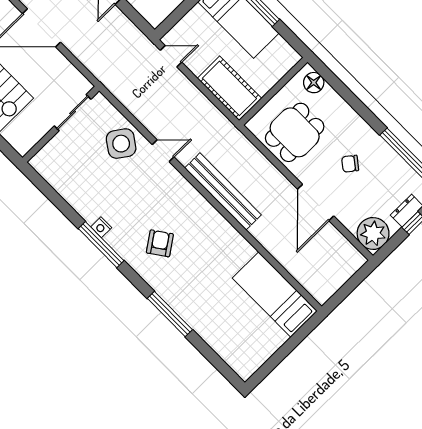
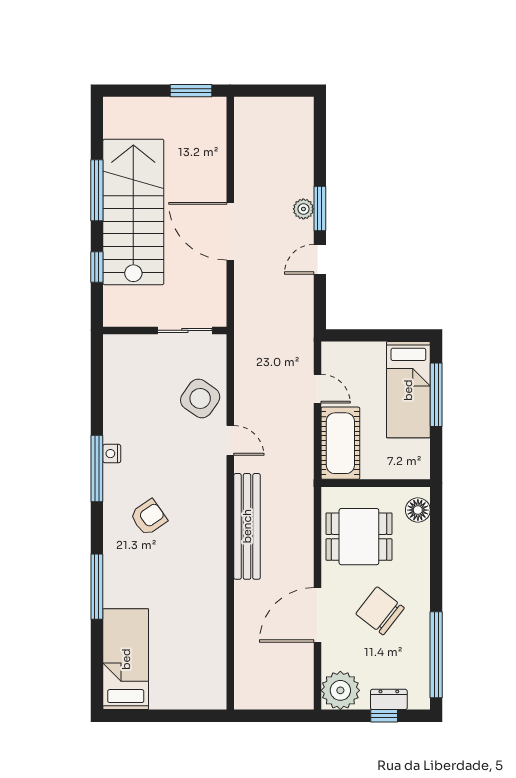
door: (171, 56) -> (317, 389), moved
chair: (350, 164) -> (380, 611), width x1.87, depth x1.87
bed: (275, 295) -> (126, 659), moved

